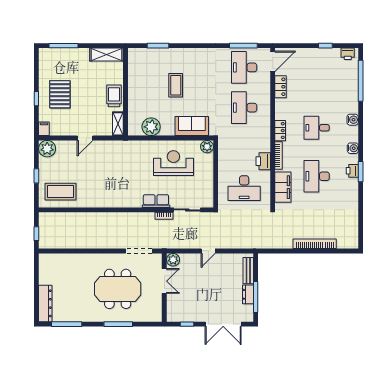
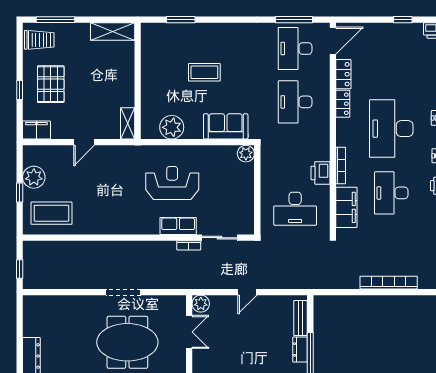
coffee table: (176, 85) -> (204, 72), turned 90
trolley: (114, 96) -> (39, 40), moved, turned 90
desk: (317, 128) -> (391, 129), width x1.87, depth x1.30
filing cabinet: (44, 129) -> (36, 130), width x2.00
locker: (280, 131) -> (343, 104), moved
plant: (47, 149) -> (34, 177), moved
reception desk: (173, 163) -> (172, 183), moved
doorway: (139, 251) -> (123, 292), moved

